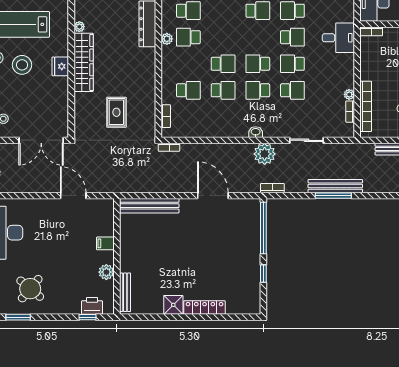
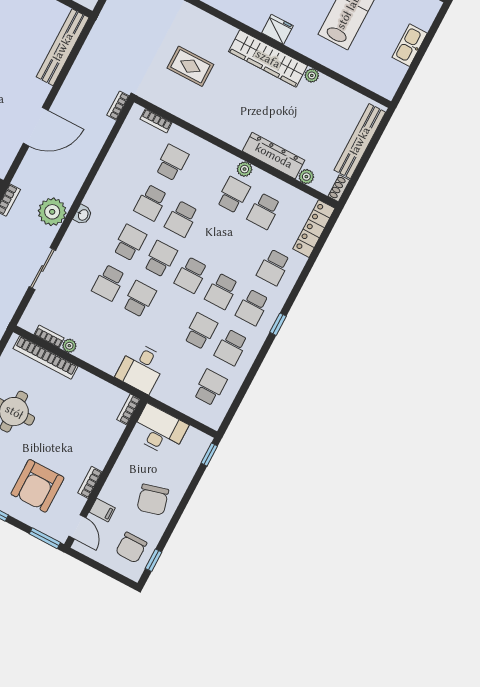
school desk: (292, 37) -> (191, 275), moved
school desk: (188, 90) -> (172, 163), turned 180

